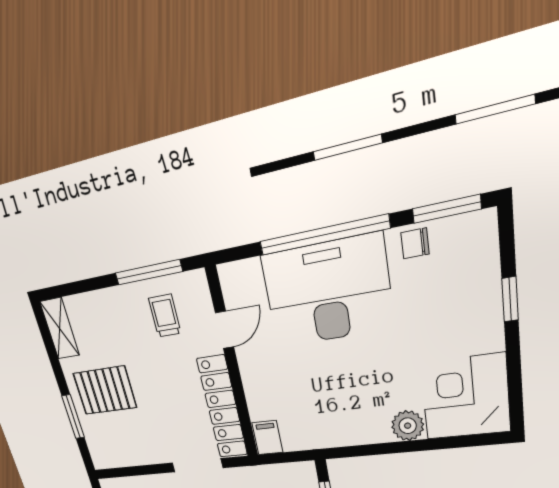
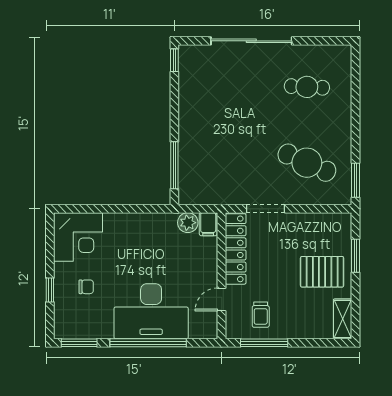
chair: (415, 243) -> (86, 287), moved
plant: (408, 426) -> (188, 223), moved

